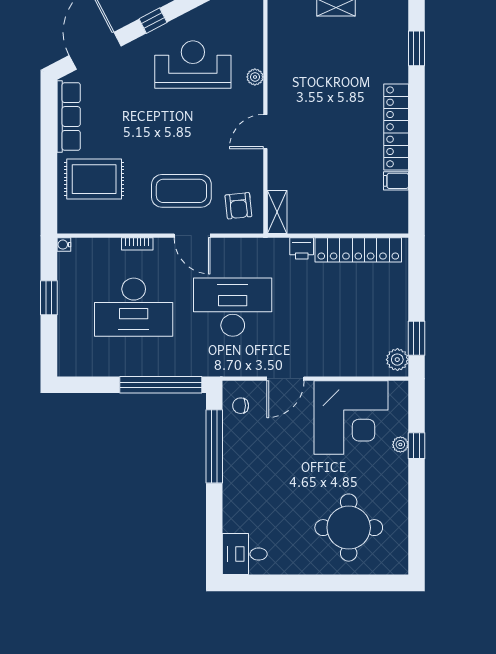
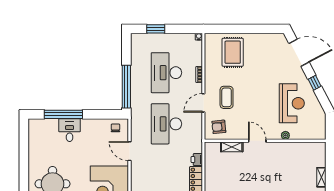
row of seats: (69, 117) -> (265, 39), removed
coffee table: (181, 191) -> (227, 97), width x0.73, depth x0.76
shelving: (277, 212) -> (232, 147), moved
window: (49, 298) -> (156, 29), moved
desk: (233, 307) -> (166, 124), turned 180
window: (214, 446) -> (63, 114), moved
desk: (245, 554) -> (70, 130), moved

